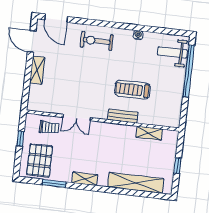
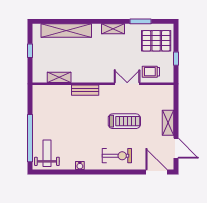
weight bench: (172, 52) -> (47, 153), turned -90
treadmill: (132, 90) -> (124, 121), moved
pallet: (40, 160) -> (156, 41), turned 90

